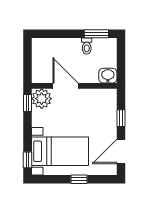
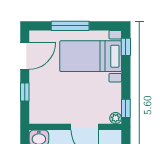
plant: (42, 99) -> (116, 118), width x0.53, depth x0.53
window: (79, 179) -> (70, 26), width x2.17

